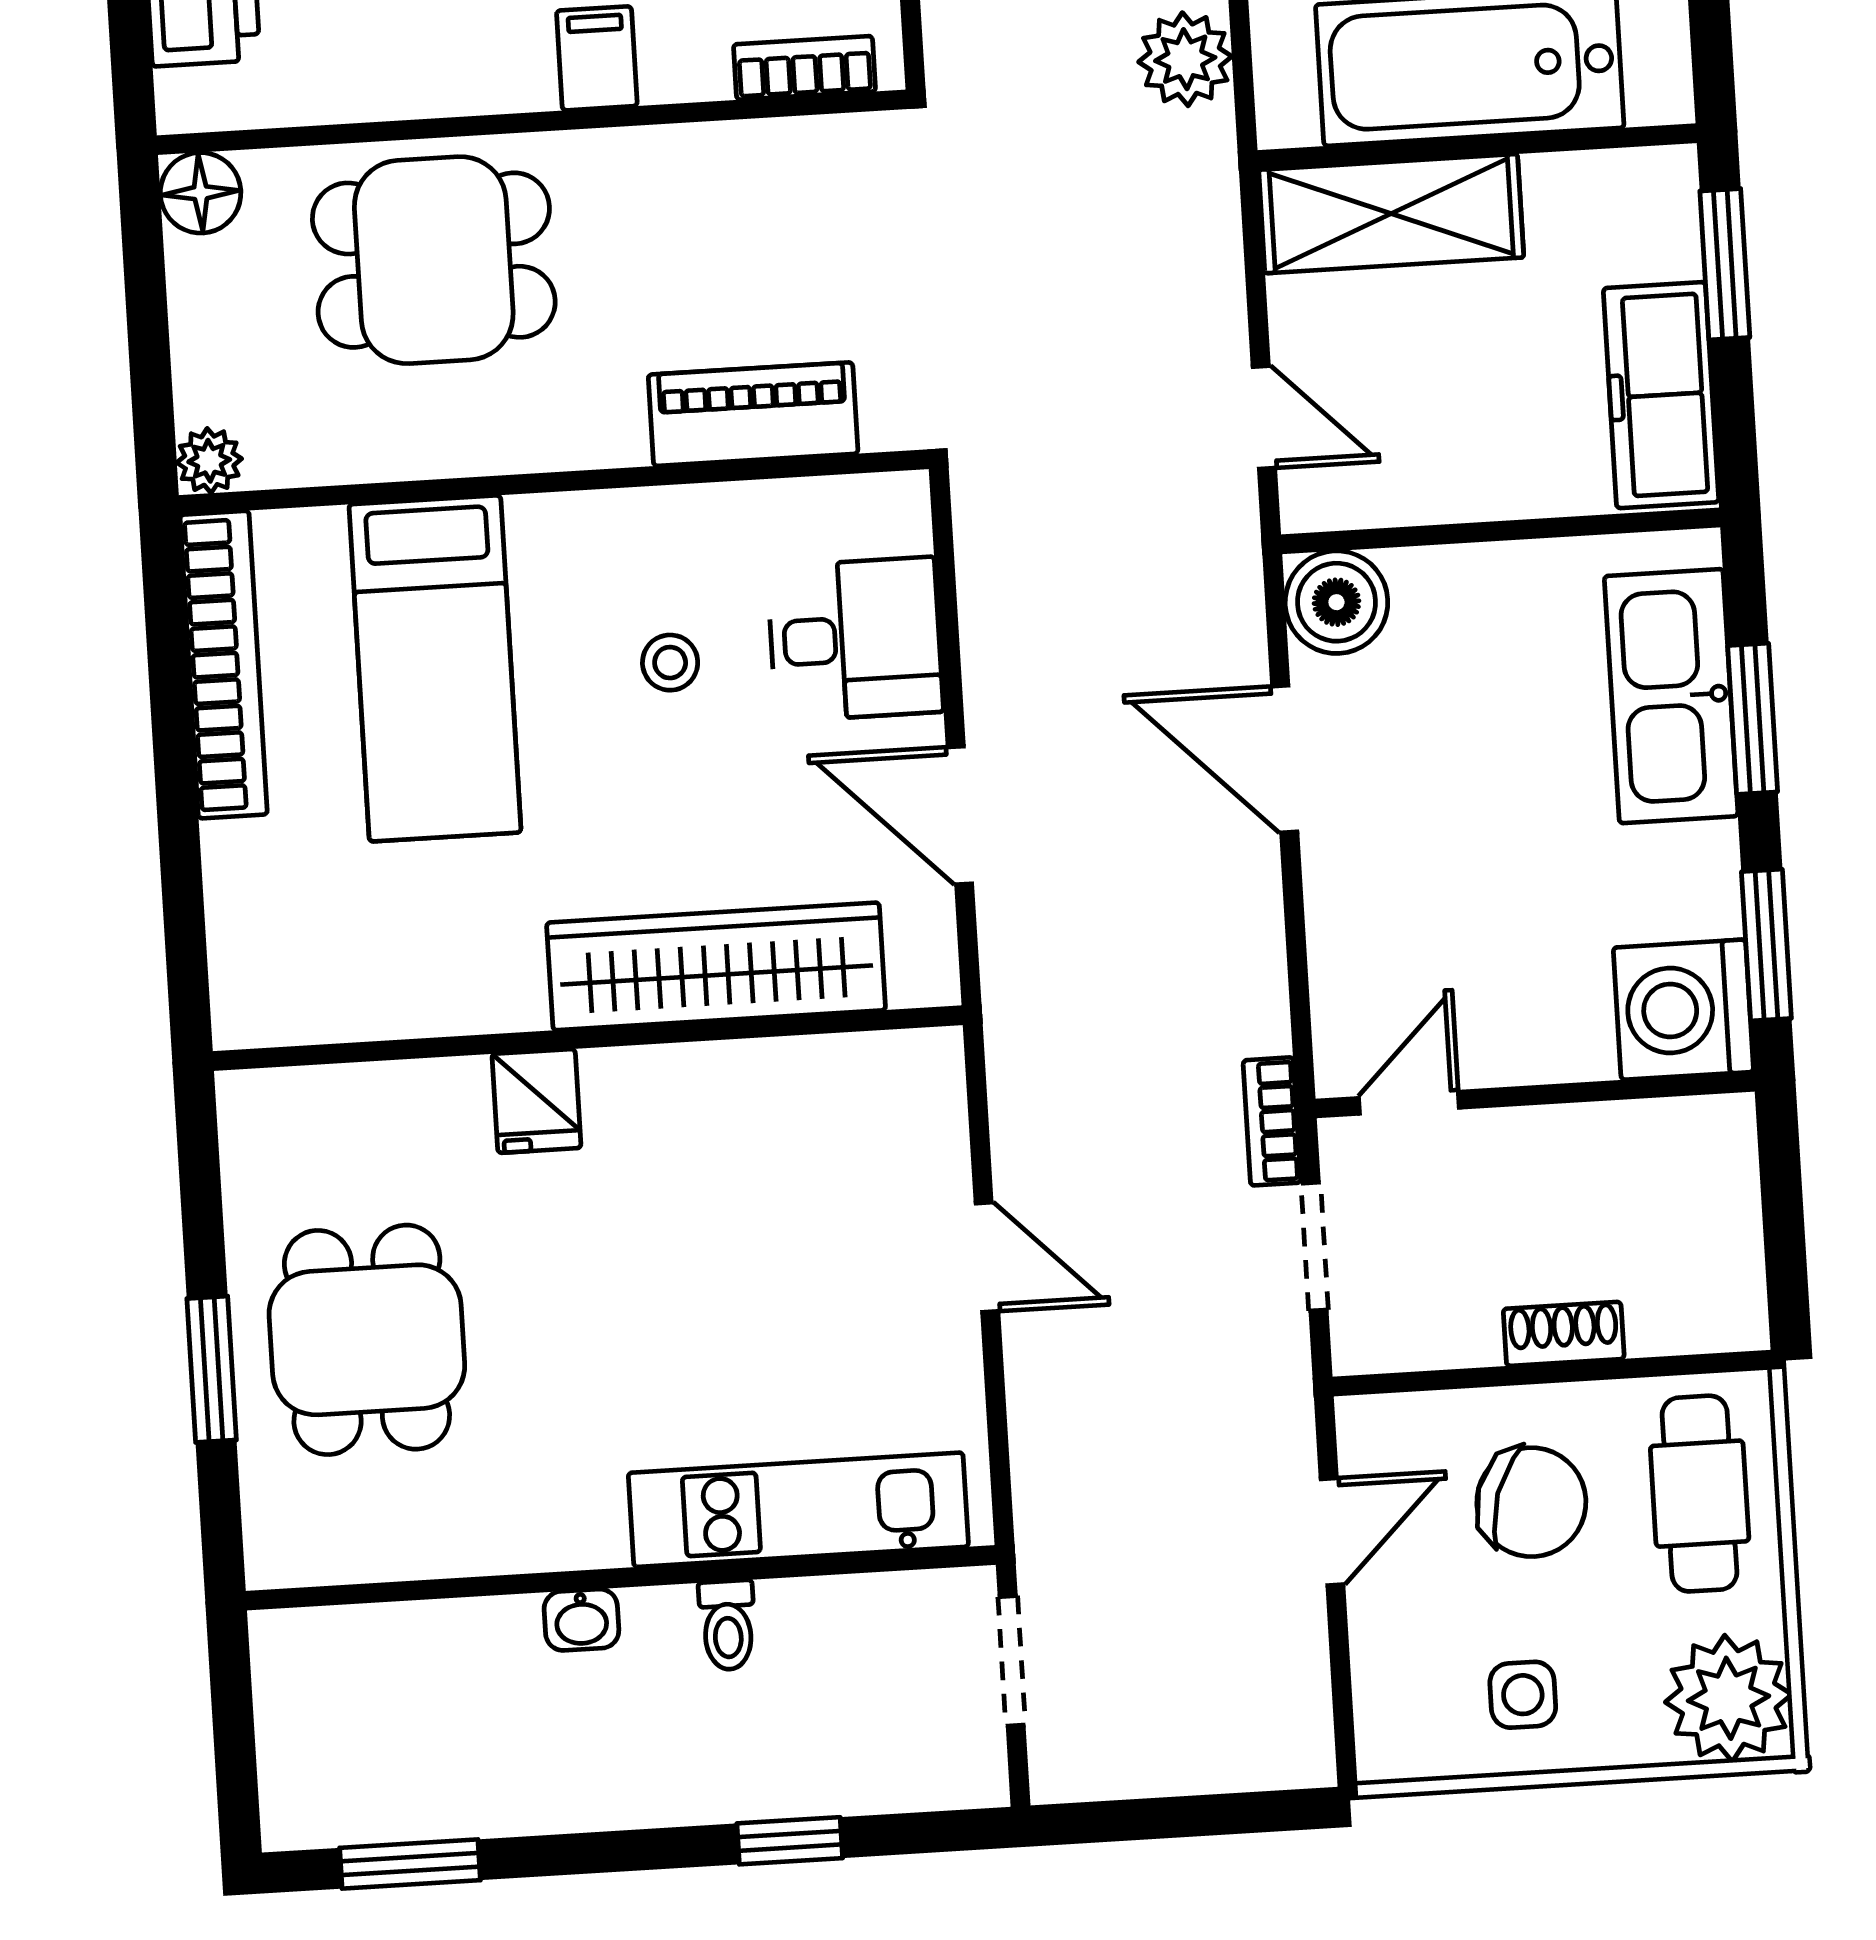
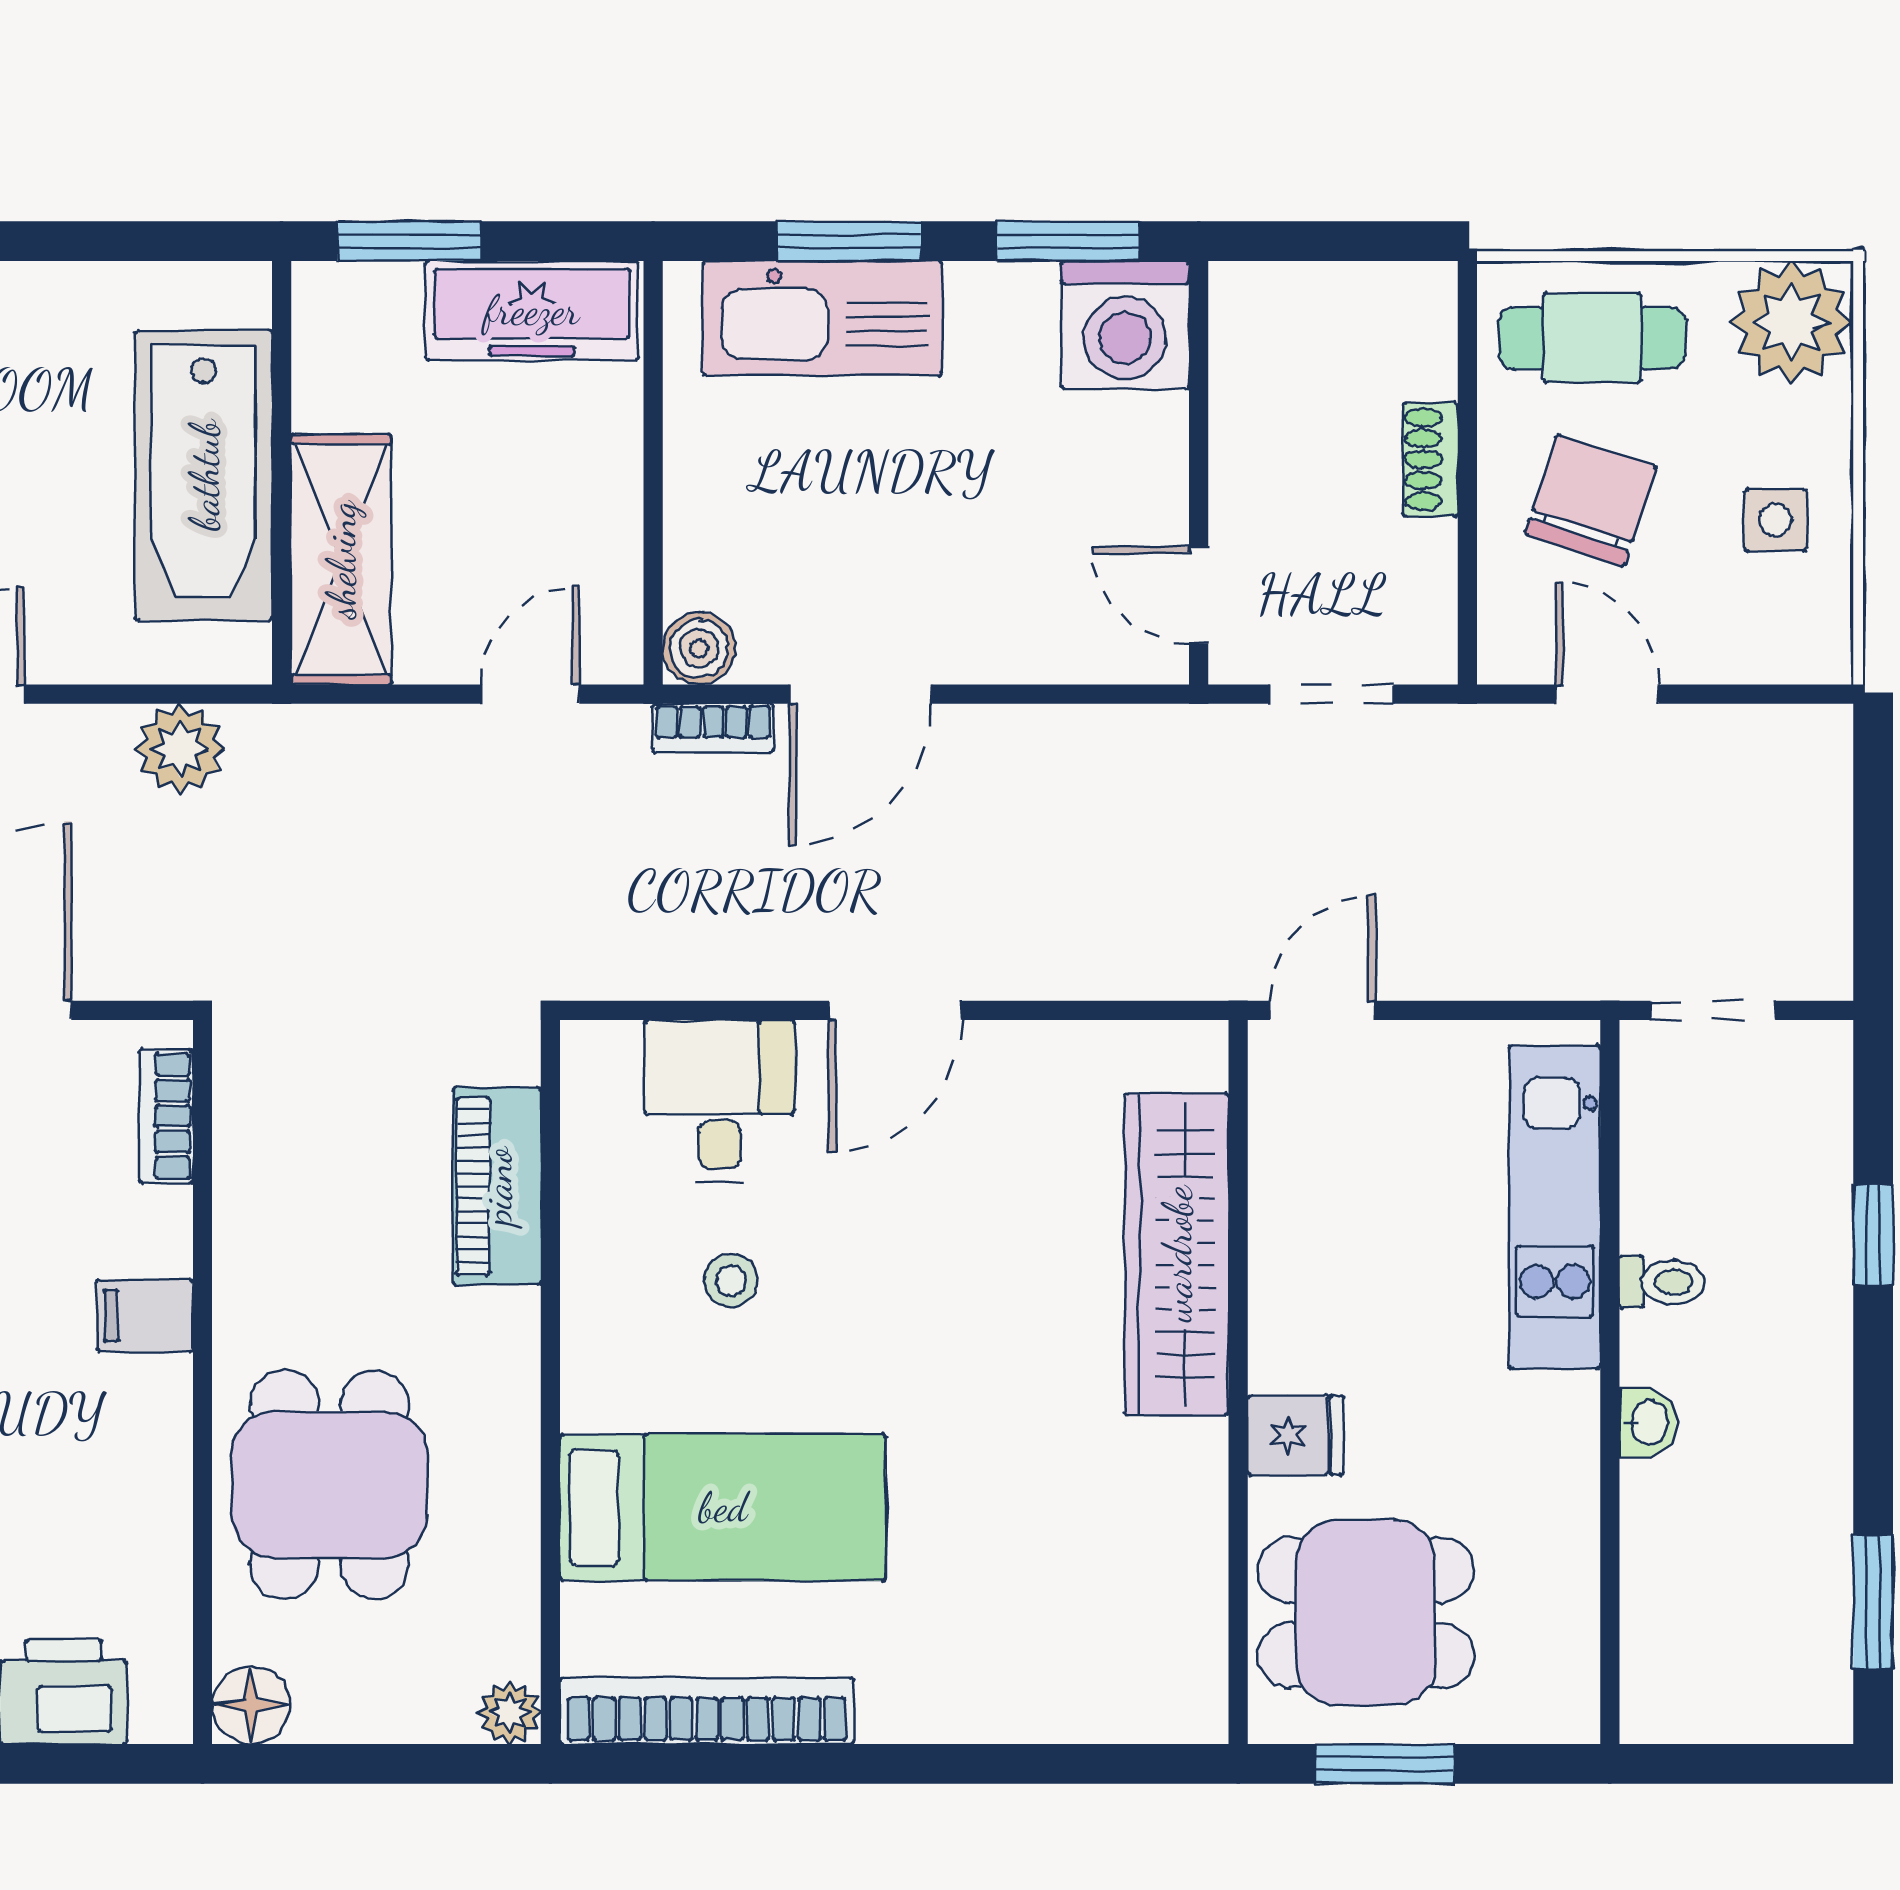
boiler: (1336, 602) -> (699, 648), width x0.73, depth x0.73
wardrobe: (716, 966) -> (1177, 1254), moved
wall: (588, 1038) -> (1238, 1382), moved
fridge: (536, 1101) -> (1296, 1435), moved
bookcase: (1272, 1121) -> (713, 728), moved

